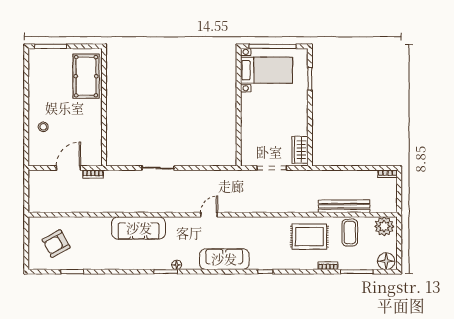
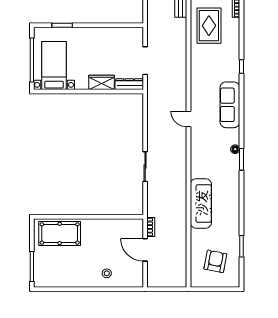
wardrobe: (300, 150) -> (101, 82), moved, turned 180
dresser: (246, 151) -> (129, 84), added
sofa: (139, 228) -> (201, 203), moved
armchair: (56, 244) -> (215, 261), turned -140

